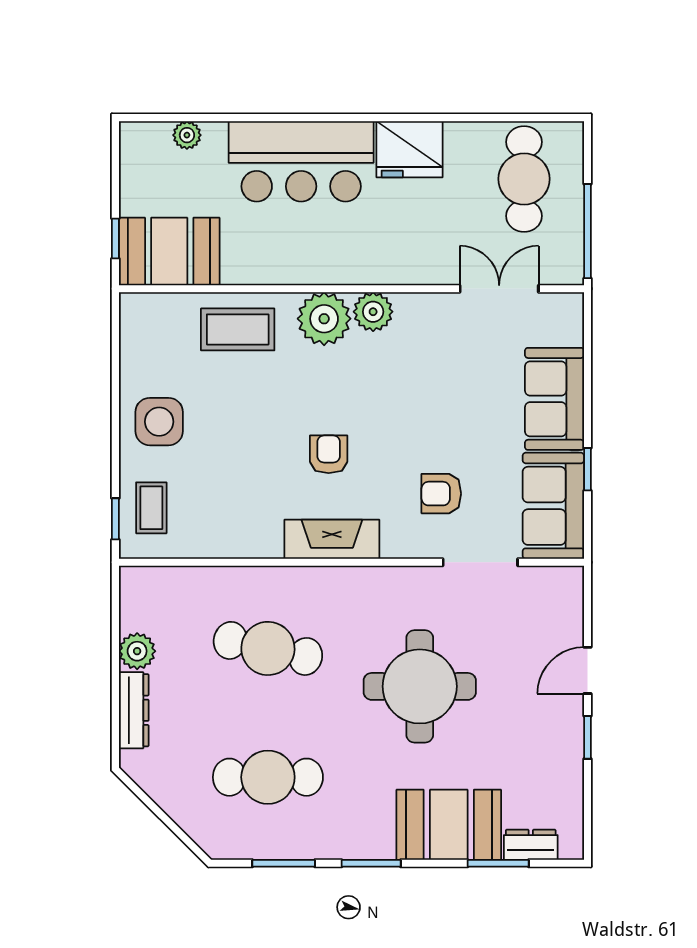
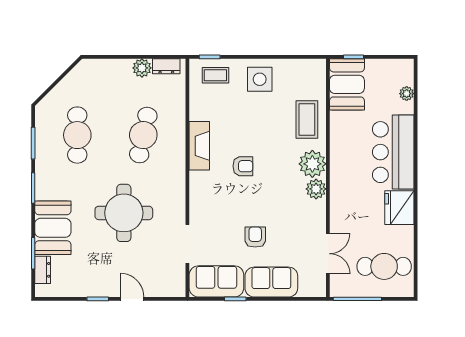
armchair: (441, 494) -> (255, 237), moved
fireplace: (332, 539) -> (199, 146), moved
dresser: (134, 710) -> (166, 66), moved, width x0.70

